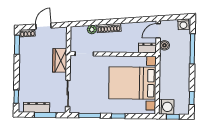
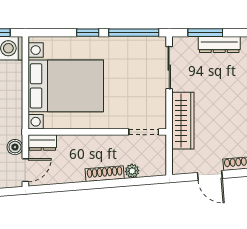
door: (43, 26) -> (210, 175), hinge flipped
wardrobe: (60, 60) -> (183, 121), width x1.50
window: (90, 116) -> (134, 33), width x1.44

